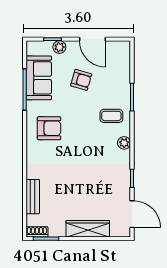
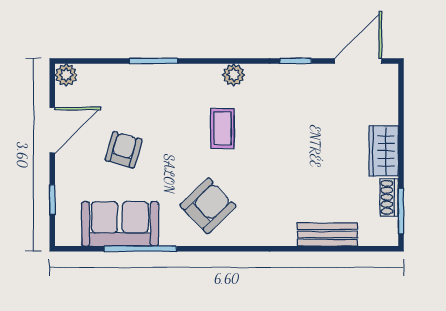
plant: (59, 47) -> (66, 75), moved
coffee table: (111, 116) -> (222, 128), moved
armchair: (49, 128) -> (208, 206), turned 46
wardrobe: (88, 229) -> (384, 151), width x0.67
shoe rack: (37, 232) -> (389, 197), moved

